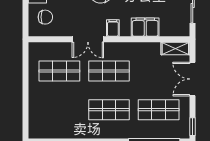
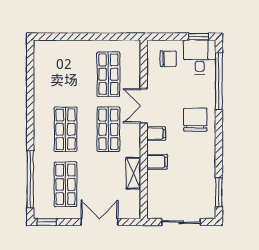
chair: (45, 17) -> (168, 59), turned -90
filing cabinet: (145, 27) -> (157, 162), width x0.50
shelving: (175, 49) -> (133, 173), moved

